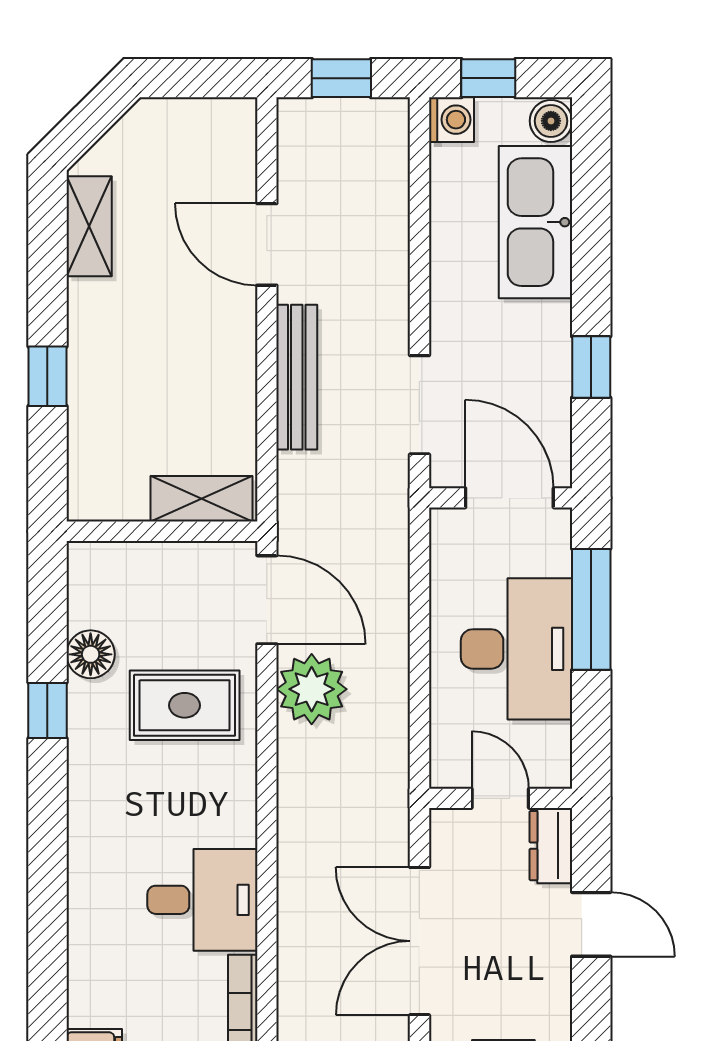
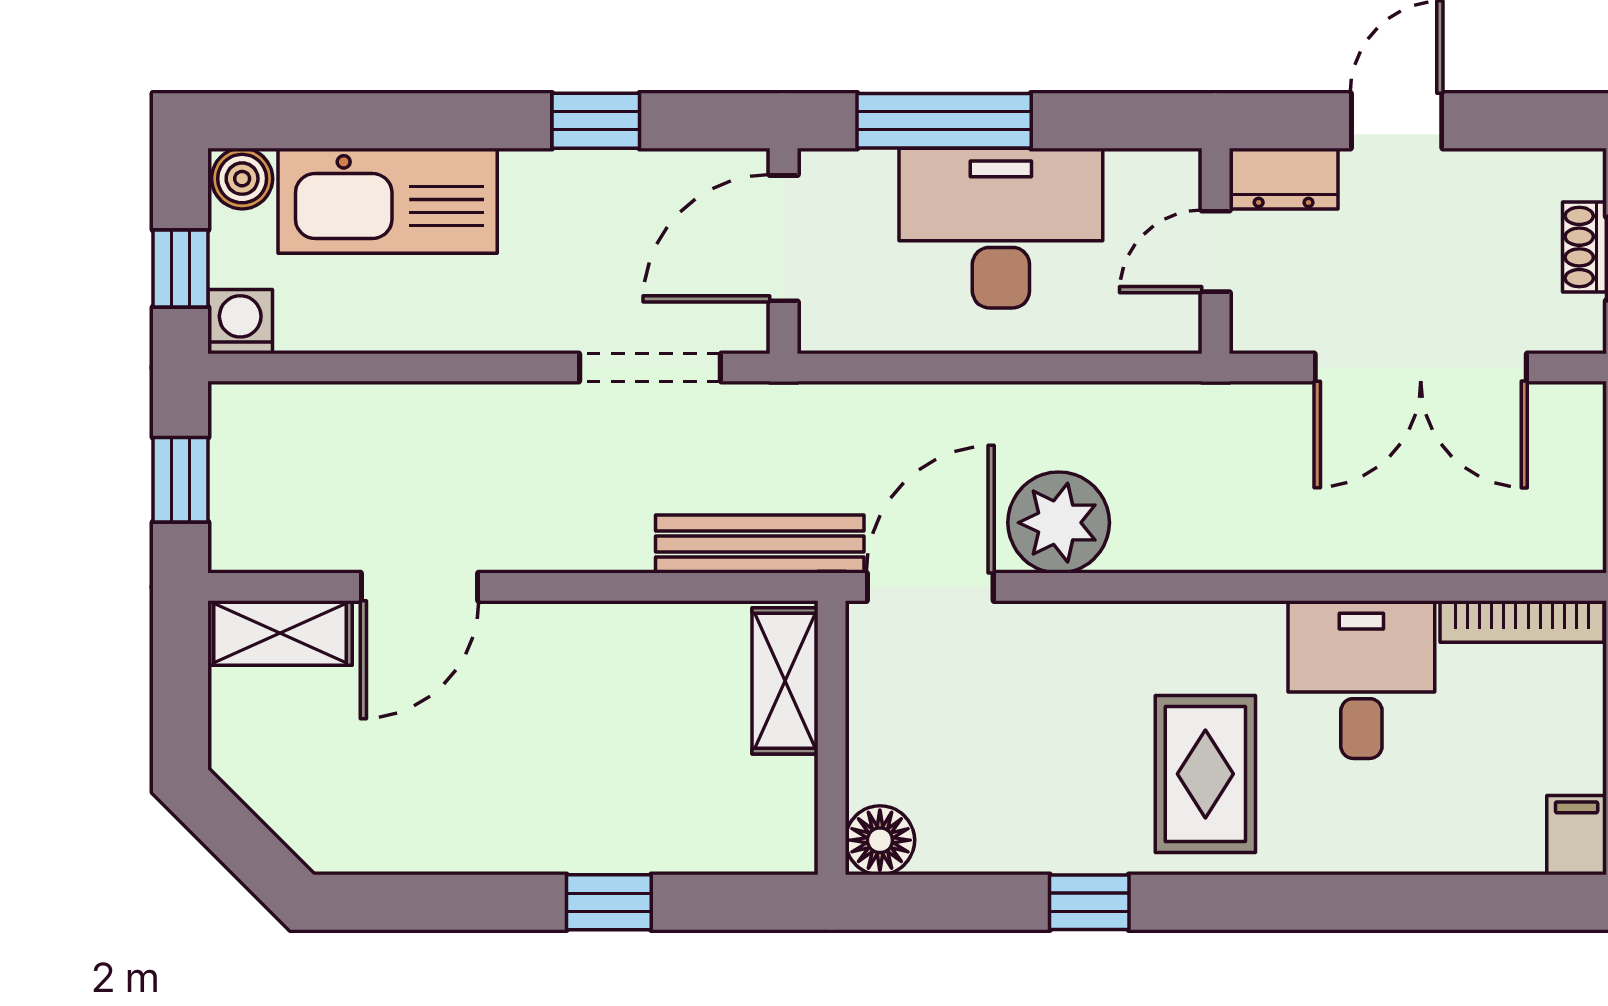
shelving: (89, 226) -> (280, 633), moved
bench: (297, 377) -> (760, 544), moved
floor lamp: (91, 654) -> (880, 840), moved
rug: (185, 705) -> (1205, 774), moved

